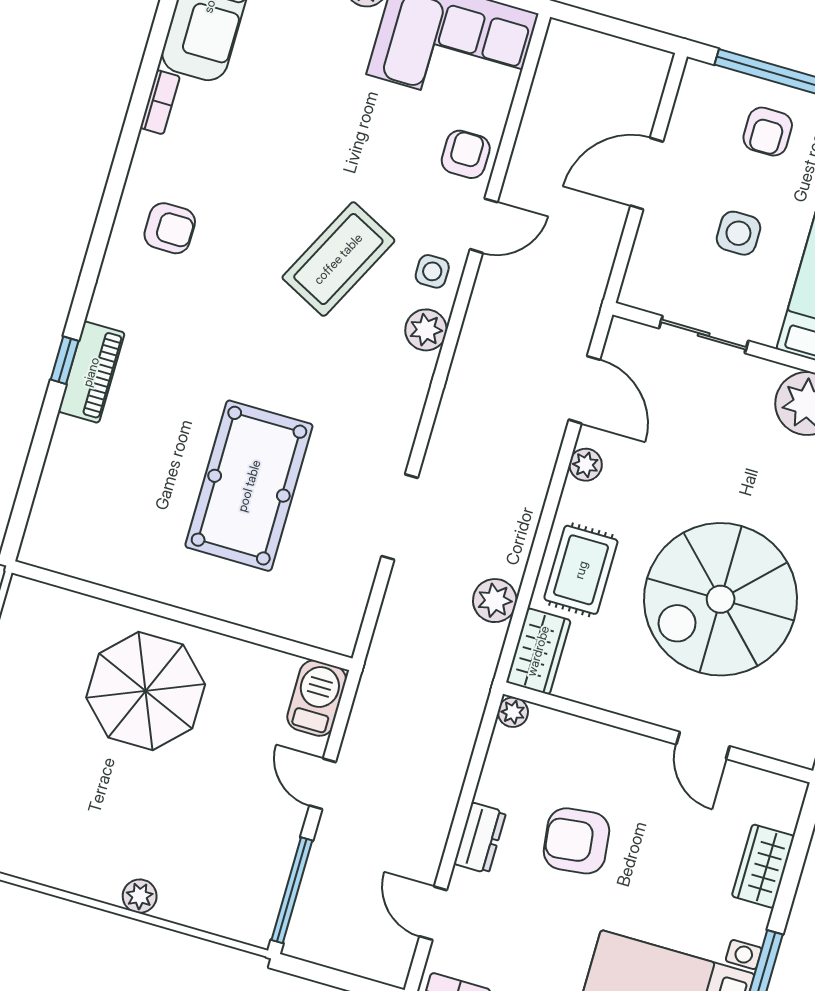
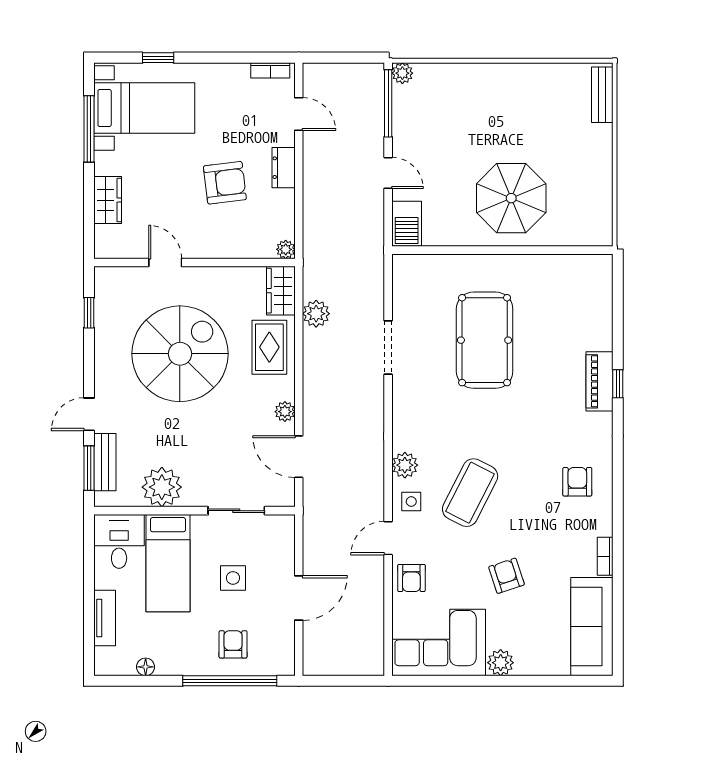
armchair: (319, 116) -> (506, 576), added
armchair: (170, 228) -> (577, 482), turned 90
plant: (140, 896) -> (402, 73), moved

